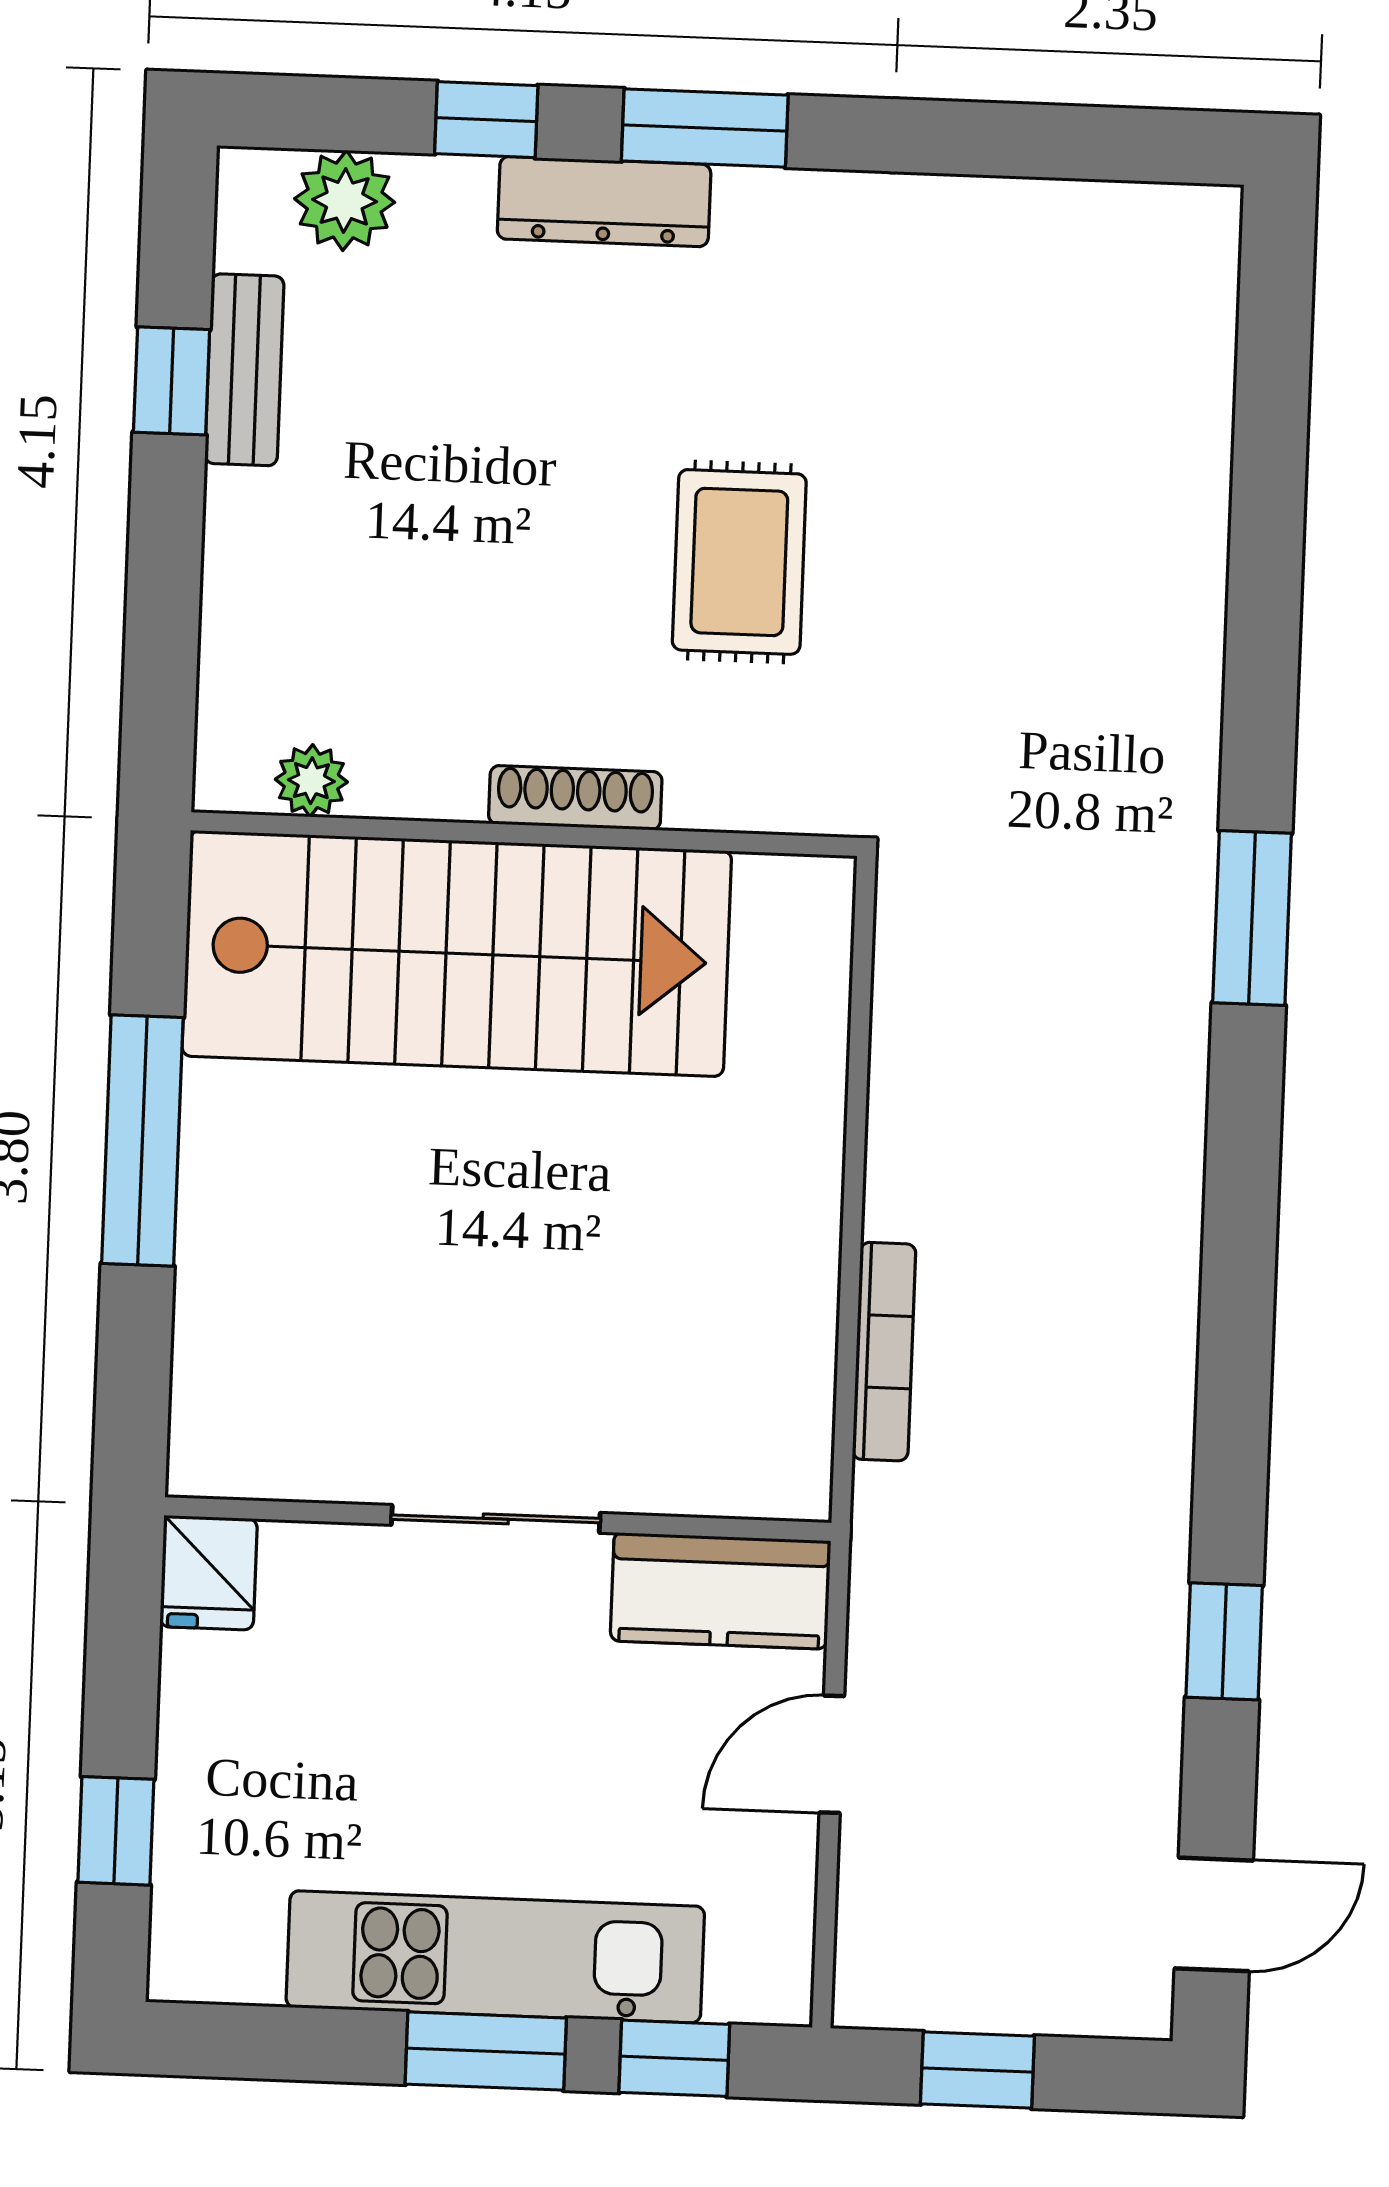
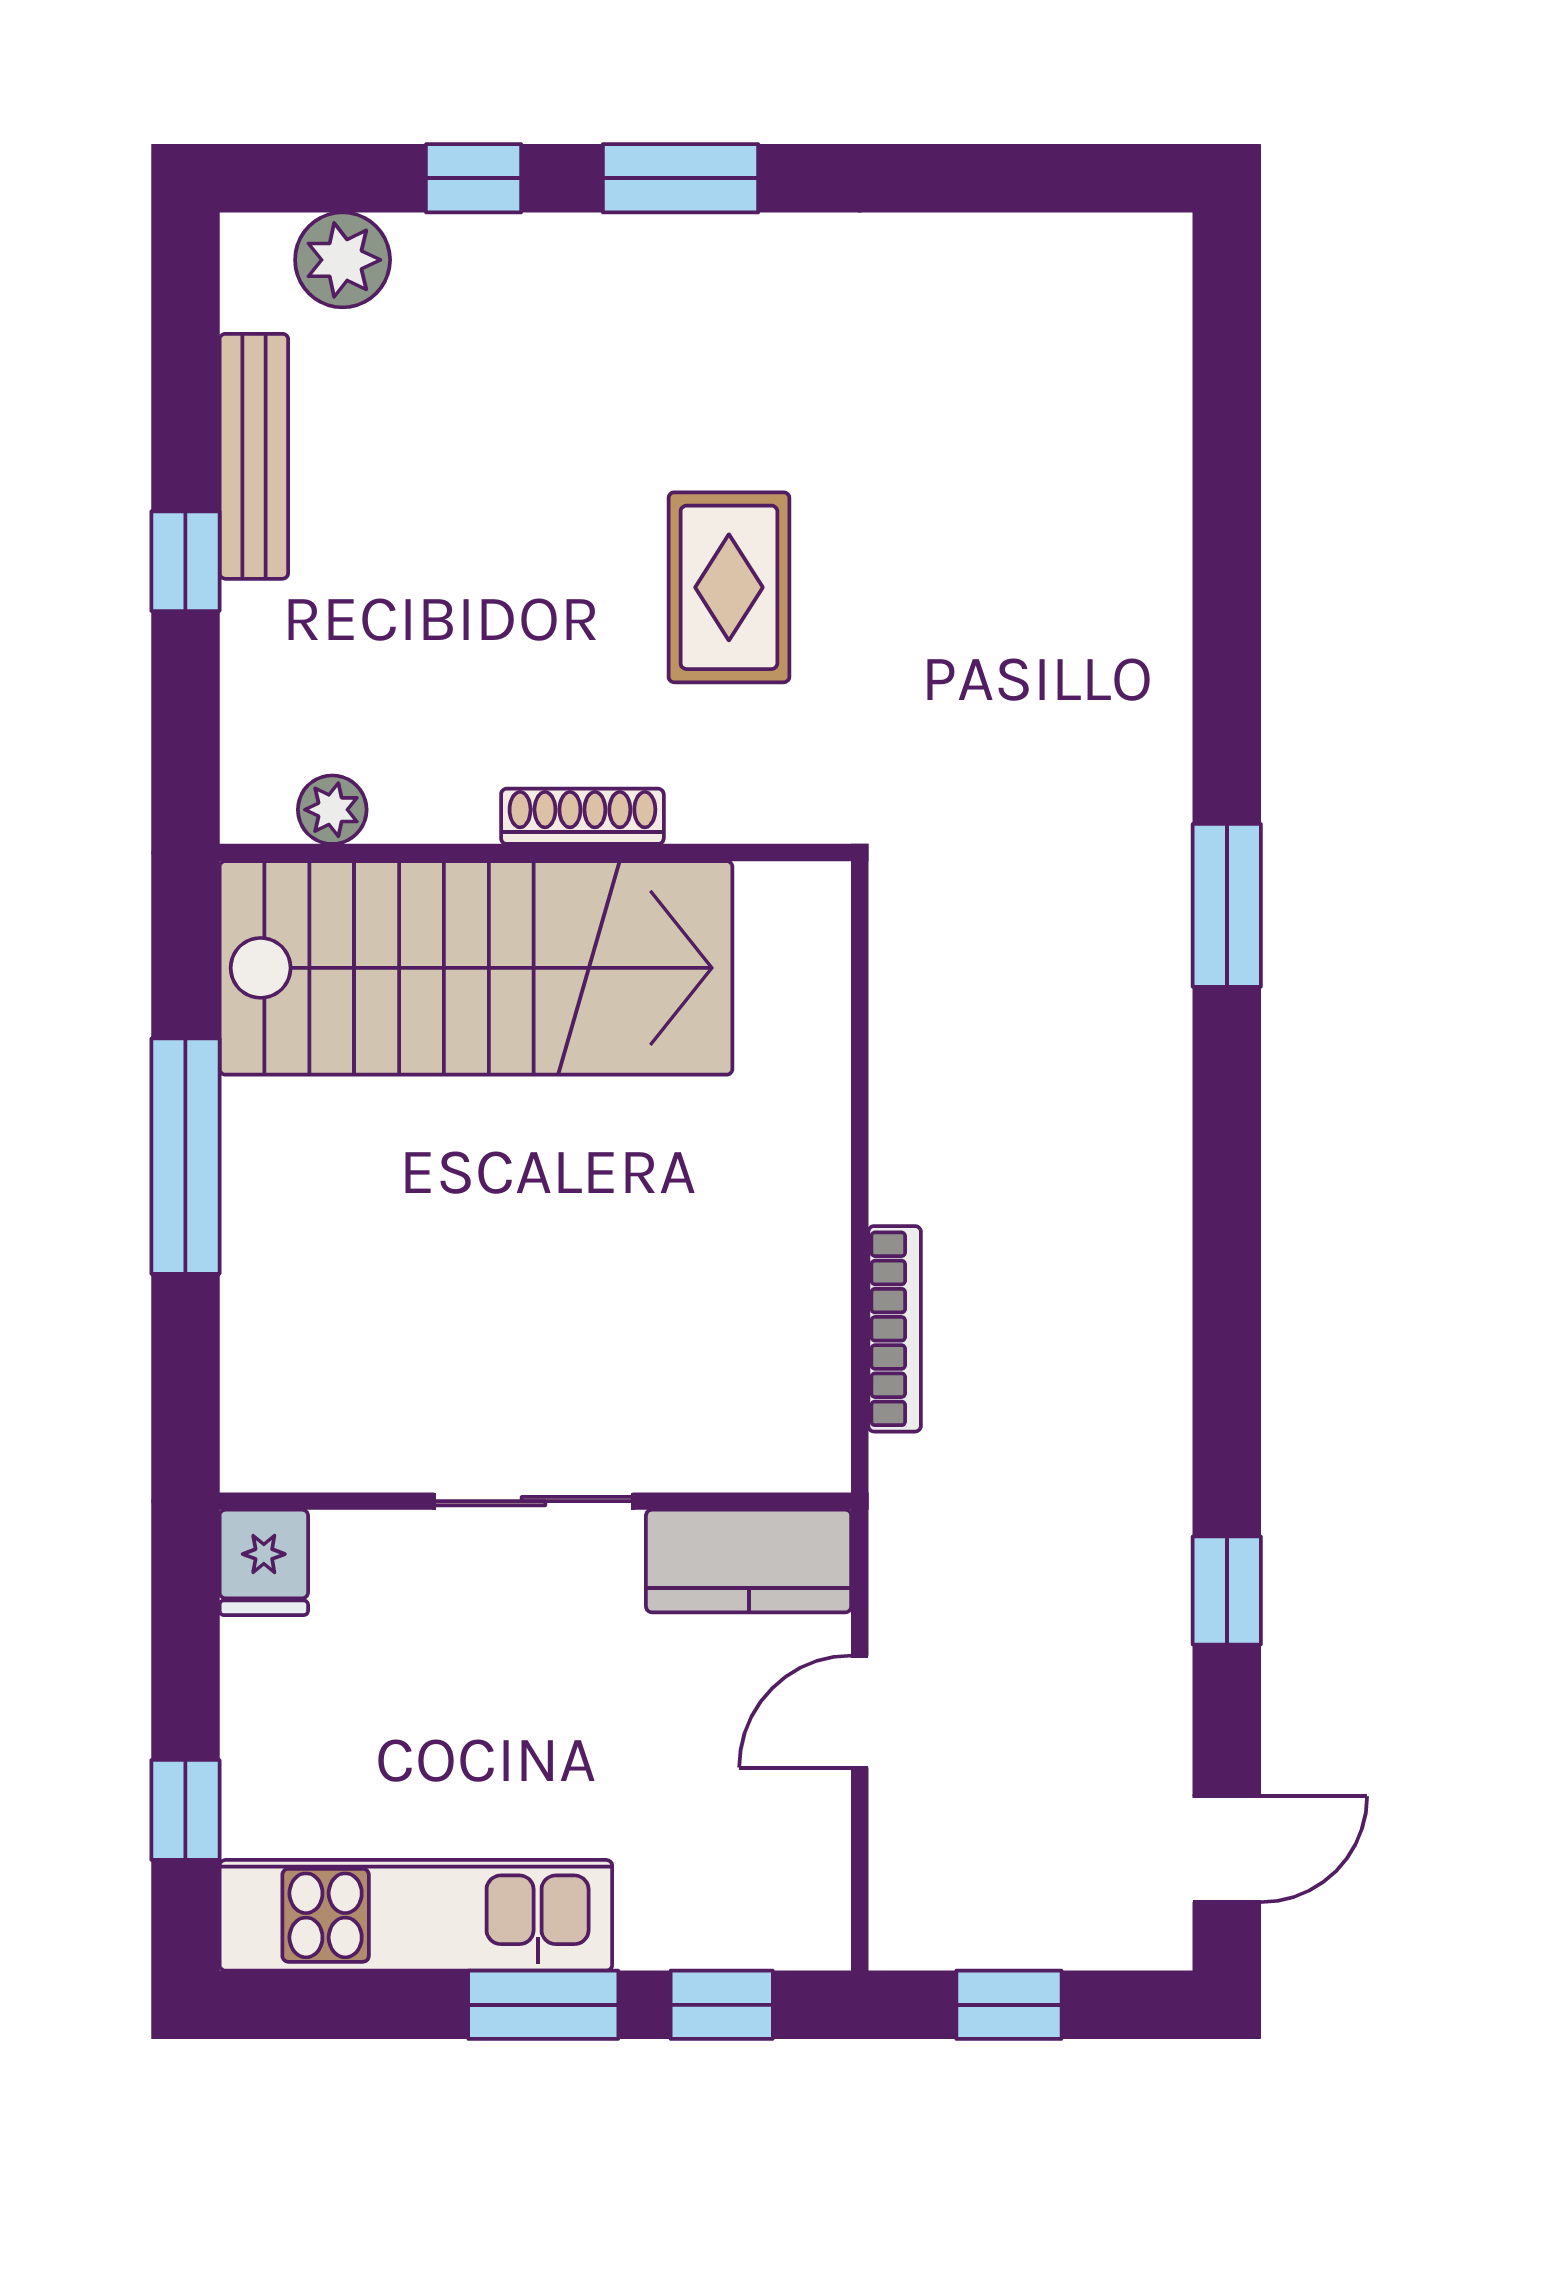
dresser: (604, 202) -> (588, 251), removed
bench: (244, 370) -> (254, 456), width x1.36
window: (172, 381) -> (185, 561), moved
kitchen unit: (495, 1957) -> (416, 1915), moved

